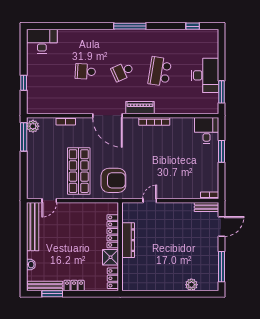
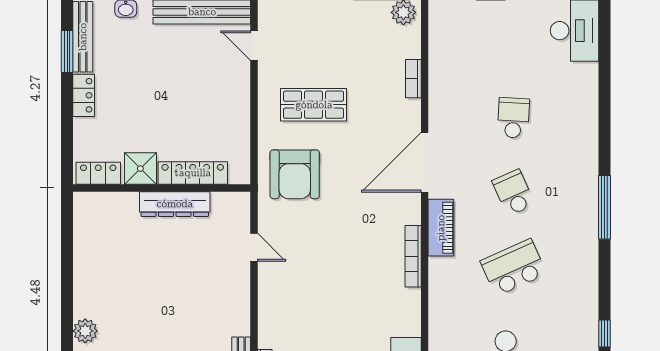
school desk: (160, 71) -> (513, 268), turned -33
shop shelf: (79, 171) -> (314, 105), width x0.70, depth x0.74

